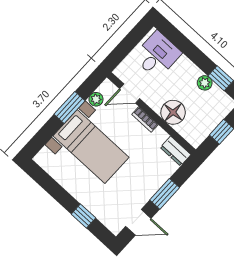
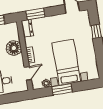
door: (130, 94) -> (28, 73), hinge flipped
window: (165, 194) -> (36, 14), moved

